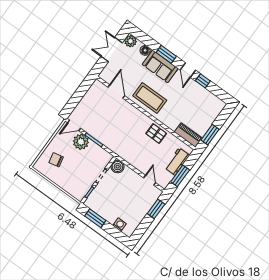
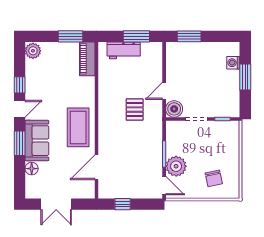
plant: (131, 41) -> (33, 51), moved
window: (81, 91) -> (123, 204), added
pallet: (156, 134) -> (135, 110), moved
door: (150, 180) -> (164, 91), moved
window: (95, 218) -> (245, 77), moved

